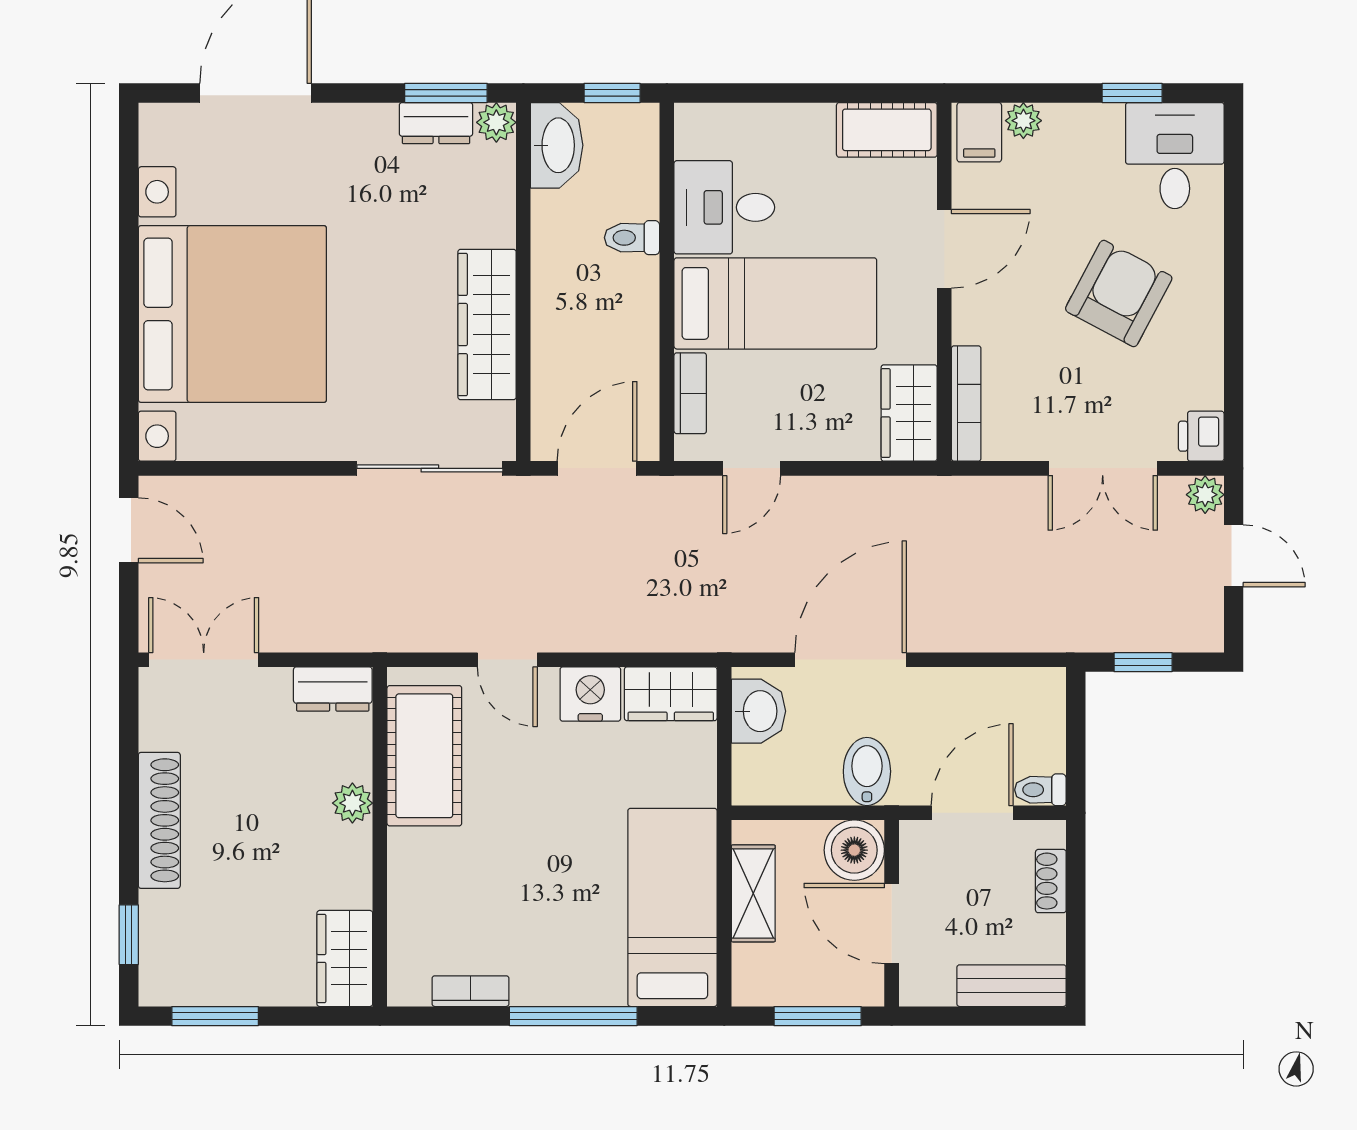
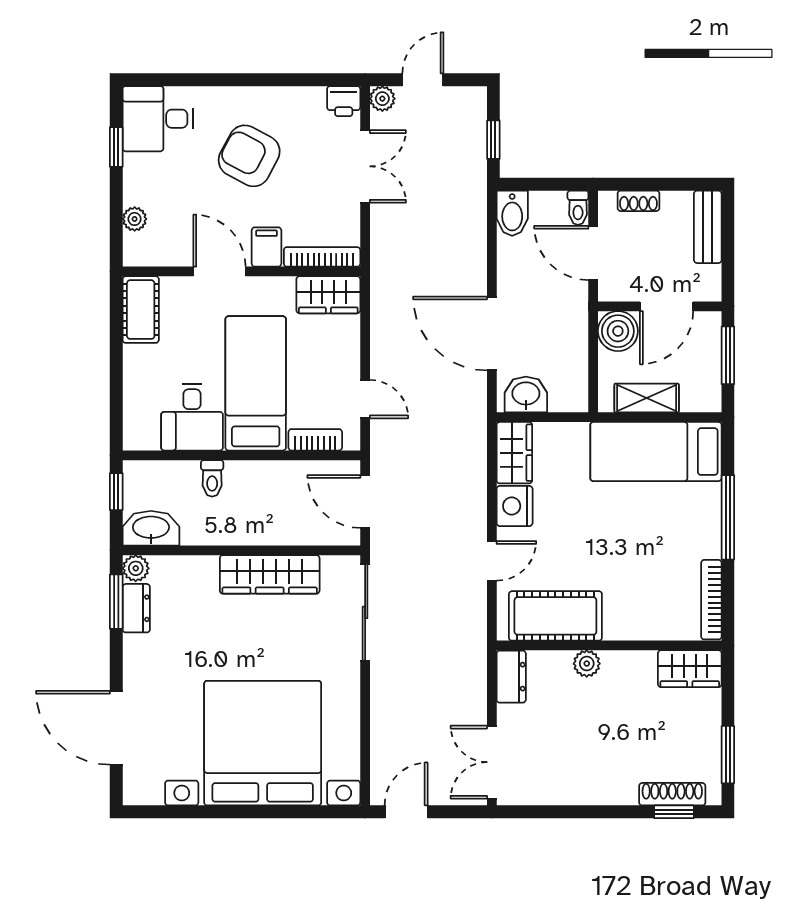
filing cabinet: (979, 132) -> (266, 247), moved, turned -90
bidet: (867, 771) -> (512, 213), moved, turned -90
shoe rack: (159, 820) -> (672, 794), moved, width x0.74, depth x0.81
bookcase: (471, 991) -> (711, 600), width x1.56

